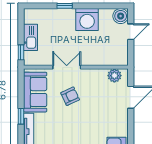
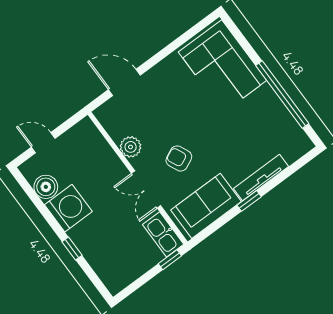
boiler: (121, 16) -> (46, 187), moved
kitchen sink: (30, 37) -> (163, 234), moved, turned -90
plant: (114, 76) -> (131, 147), moved

